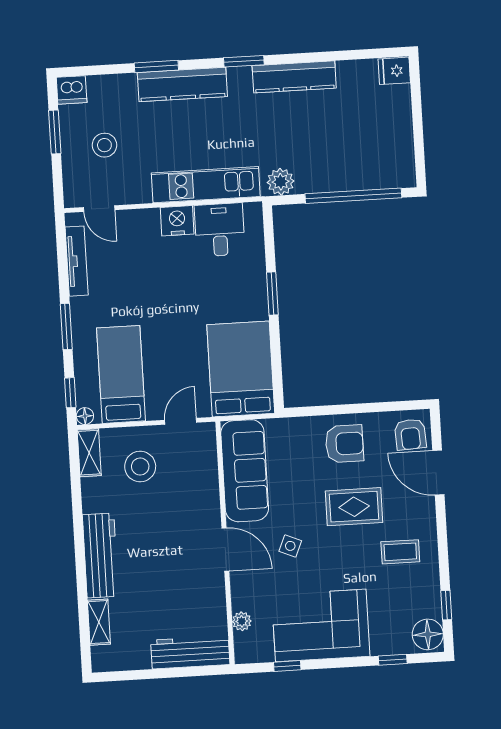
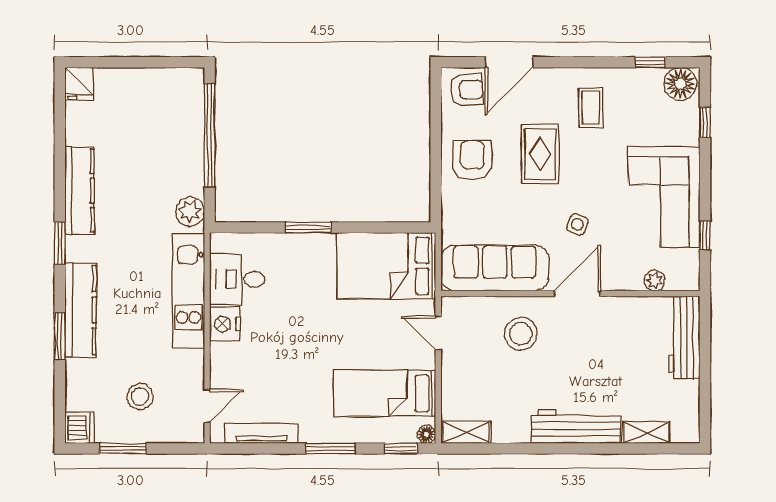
stool: (140, 467) -> (521, 334), moved

